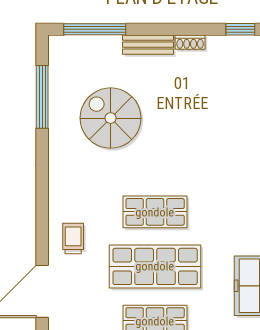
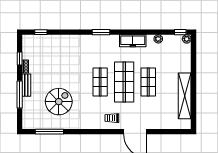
window: (95, 29) -> (20, 94), moved
window: (240, 29) -> (20, 58), moved
spiral stairs: (111, 118) -> (59, 102), turned 180

